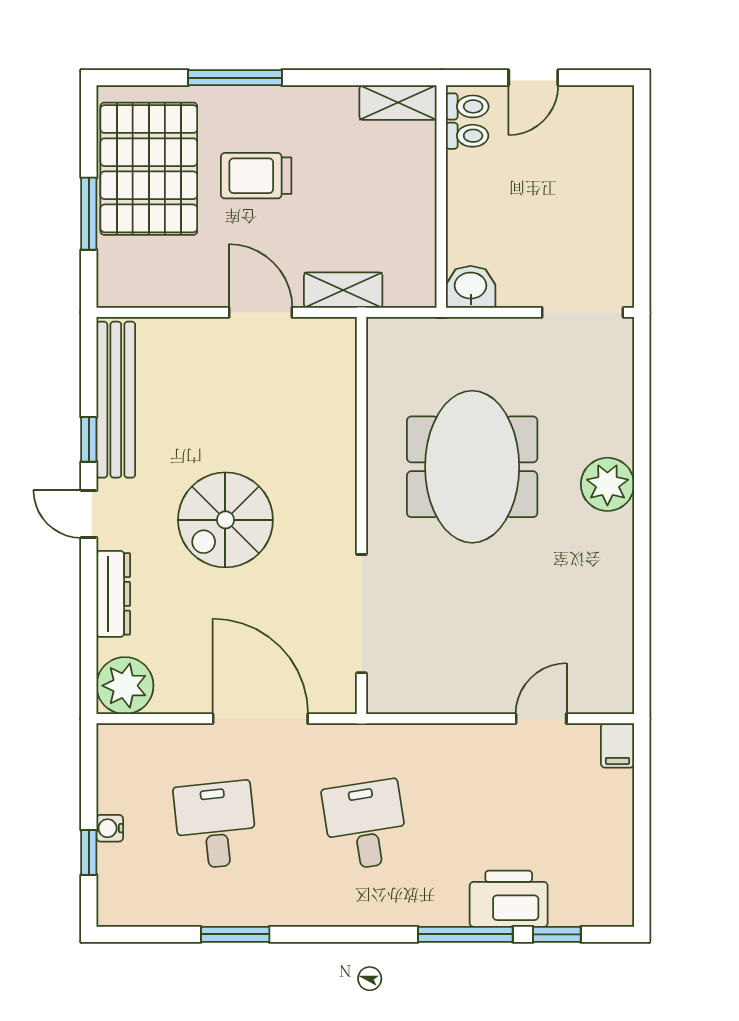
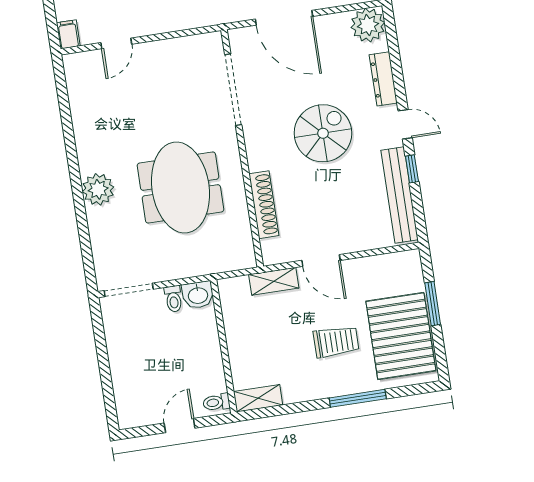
toilet: (467, 136) -> (173, 299), moved, turned -90
shoe rack: (340, 418) -> (264, 205), added

